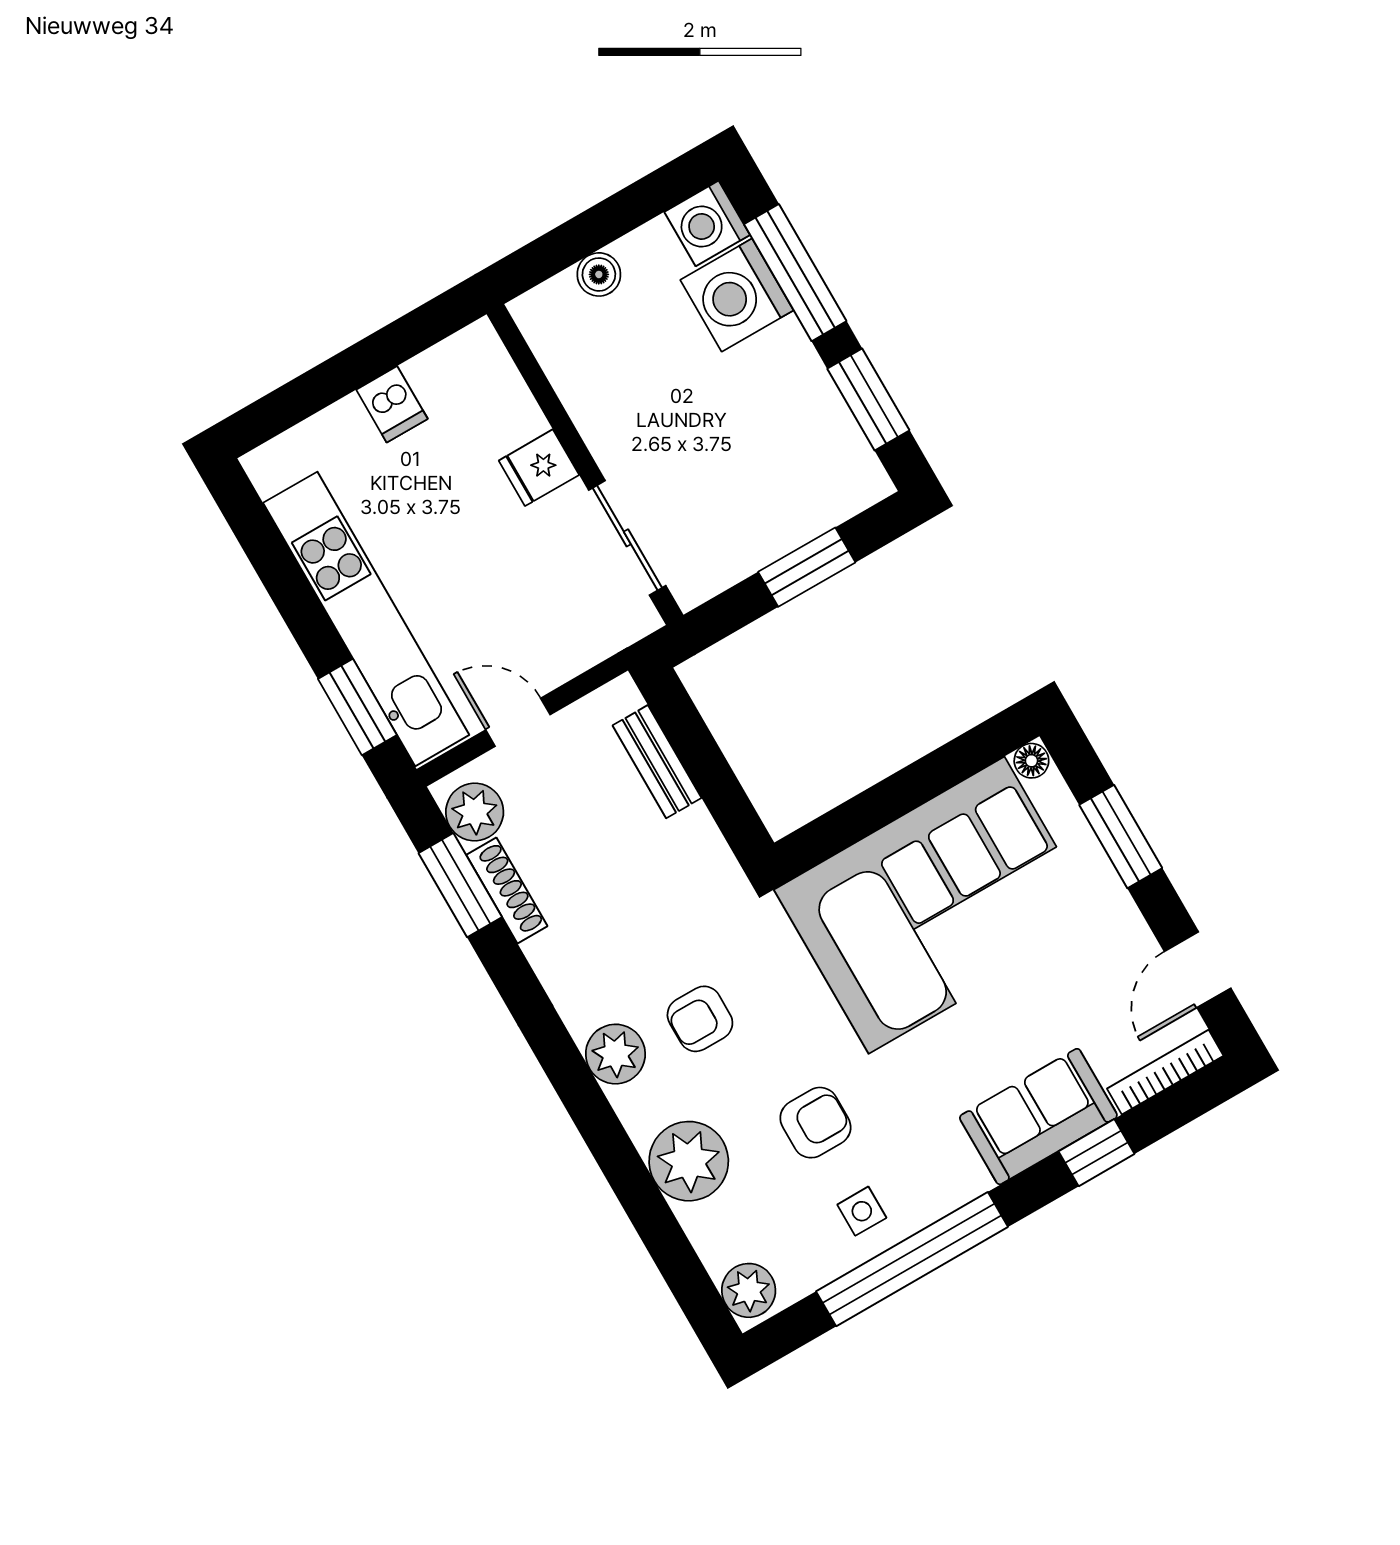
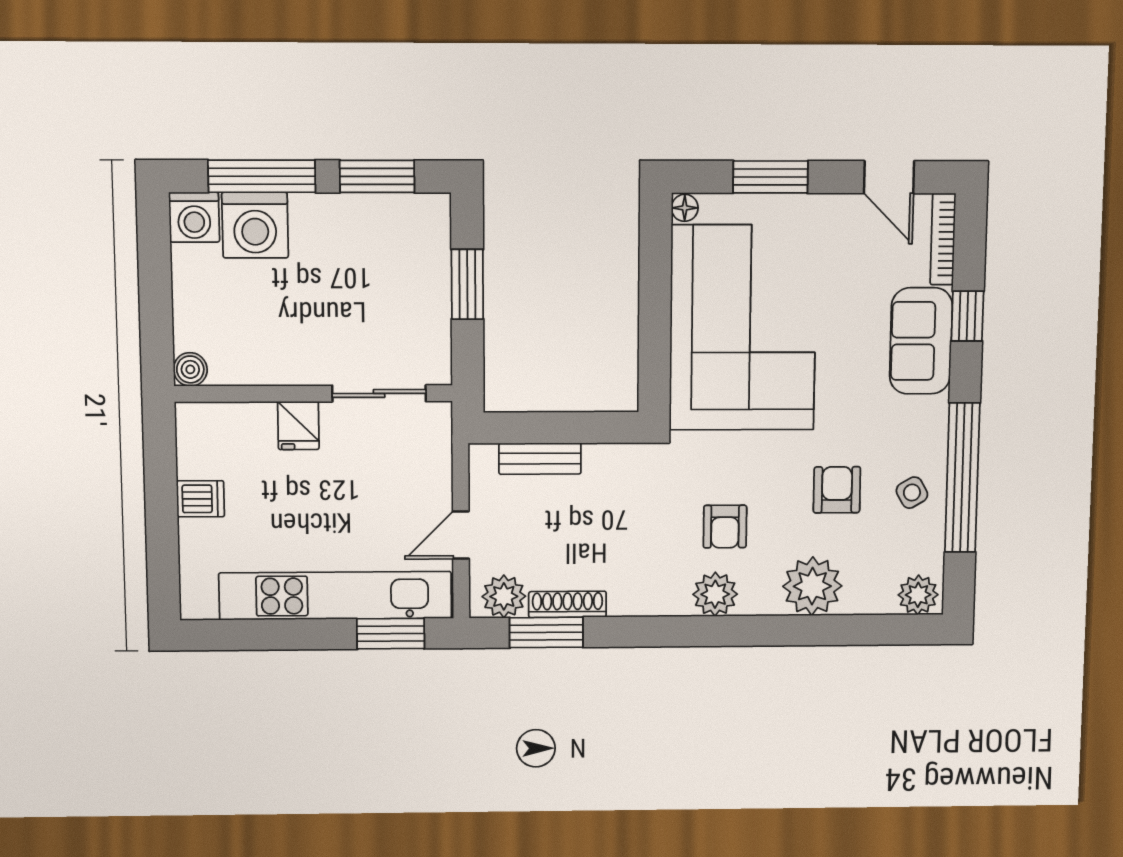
boiler: (599, 274) -> (190, 369), moved
side table: (862, 1211) -> (912, 493), turned -30

